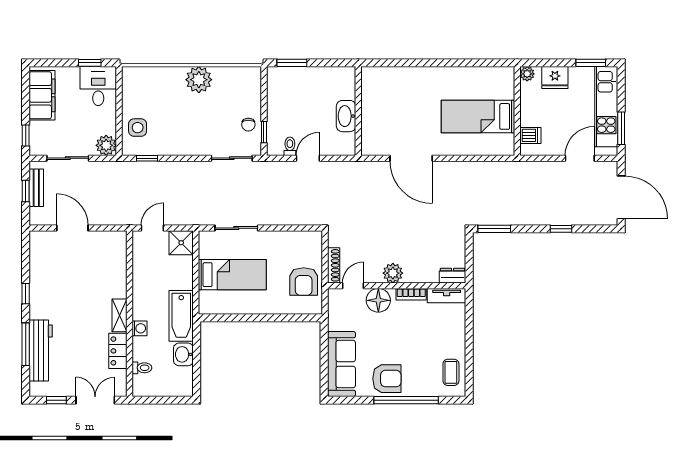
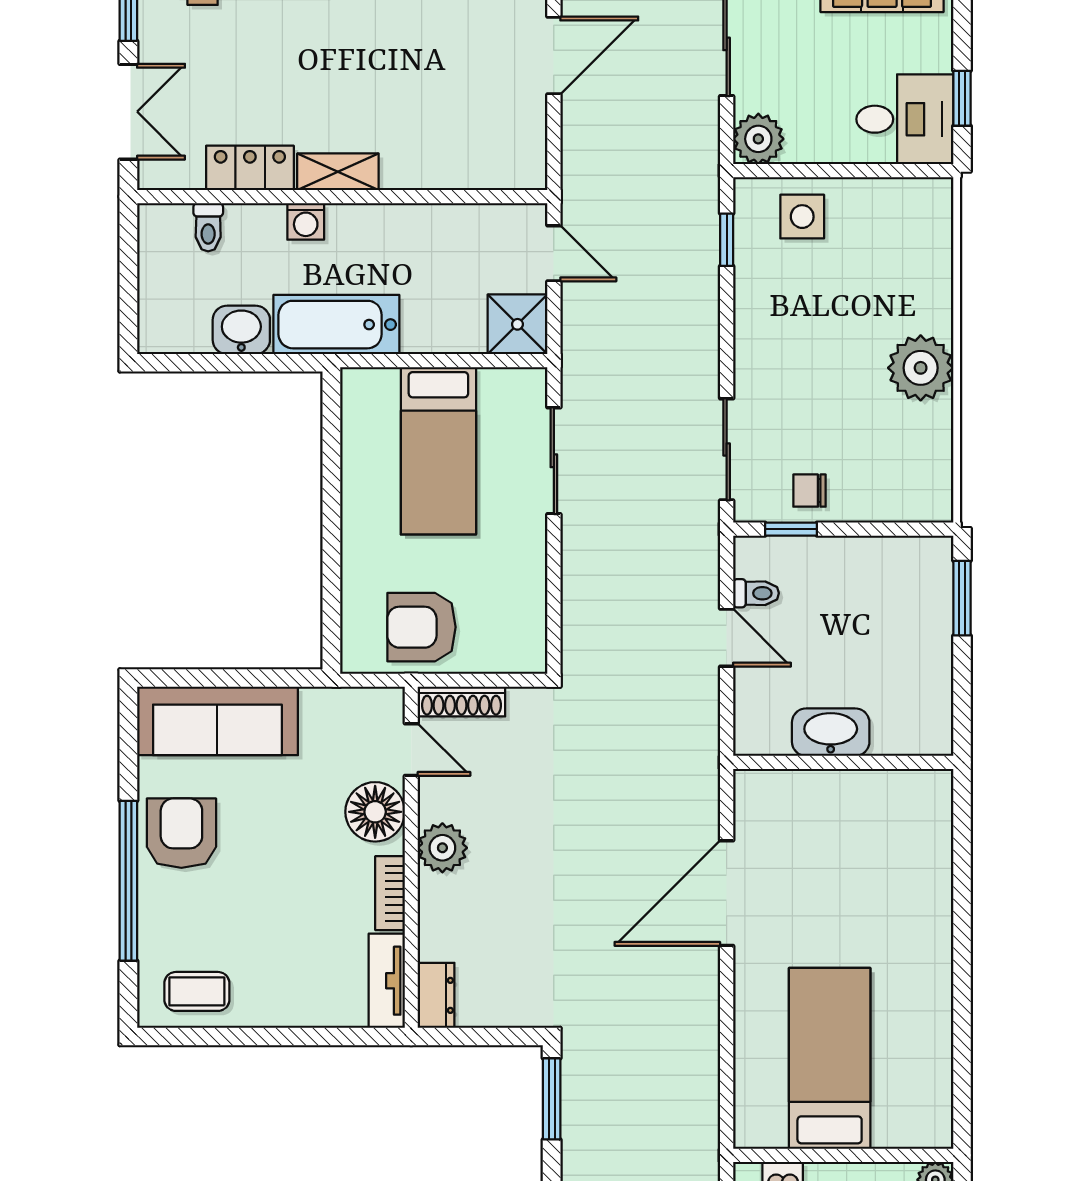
armchair: (387, 379) -> (181, 833), turned 180

